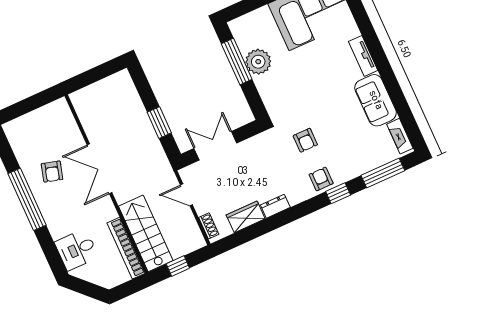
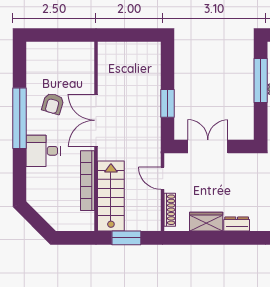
shoe rack: (209, 226) -> (170, 210), width x1.43
bookcase: (126, 248) -> (88, 181), moved
desk: (77, 250) -> (43, 151), moved
window: (178, 266) -> (126, 238), width x1.50

